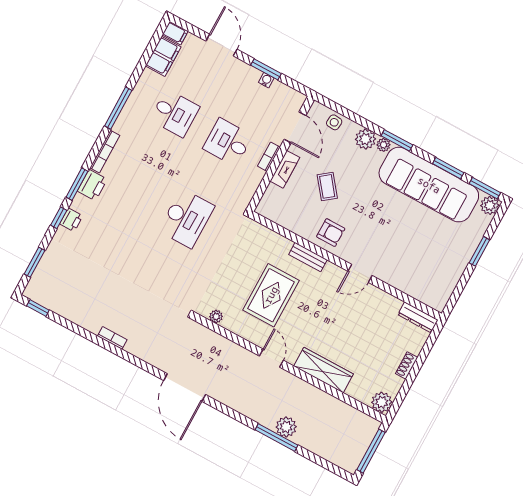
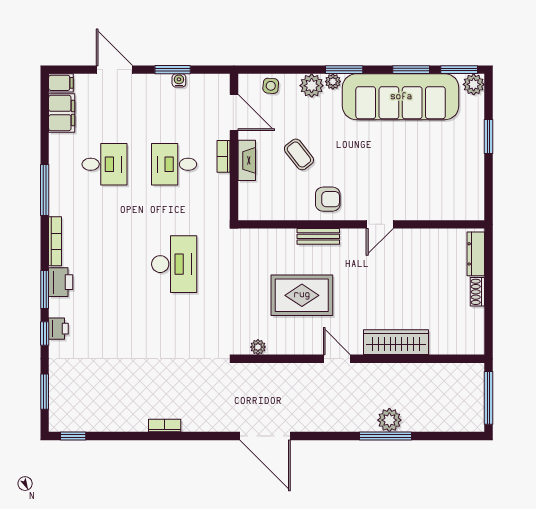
rug: (271, 295) -> (302, 295), turned 90
dresser: (418, 317) -> (476, 254), moved, turned 90
plant: (382, 402) -> (472, 343), removed

